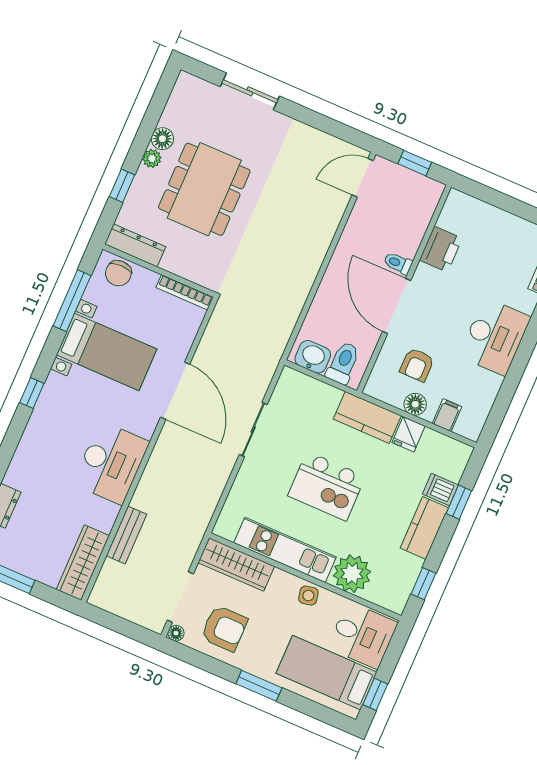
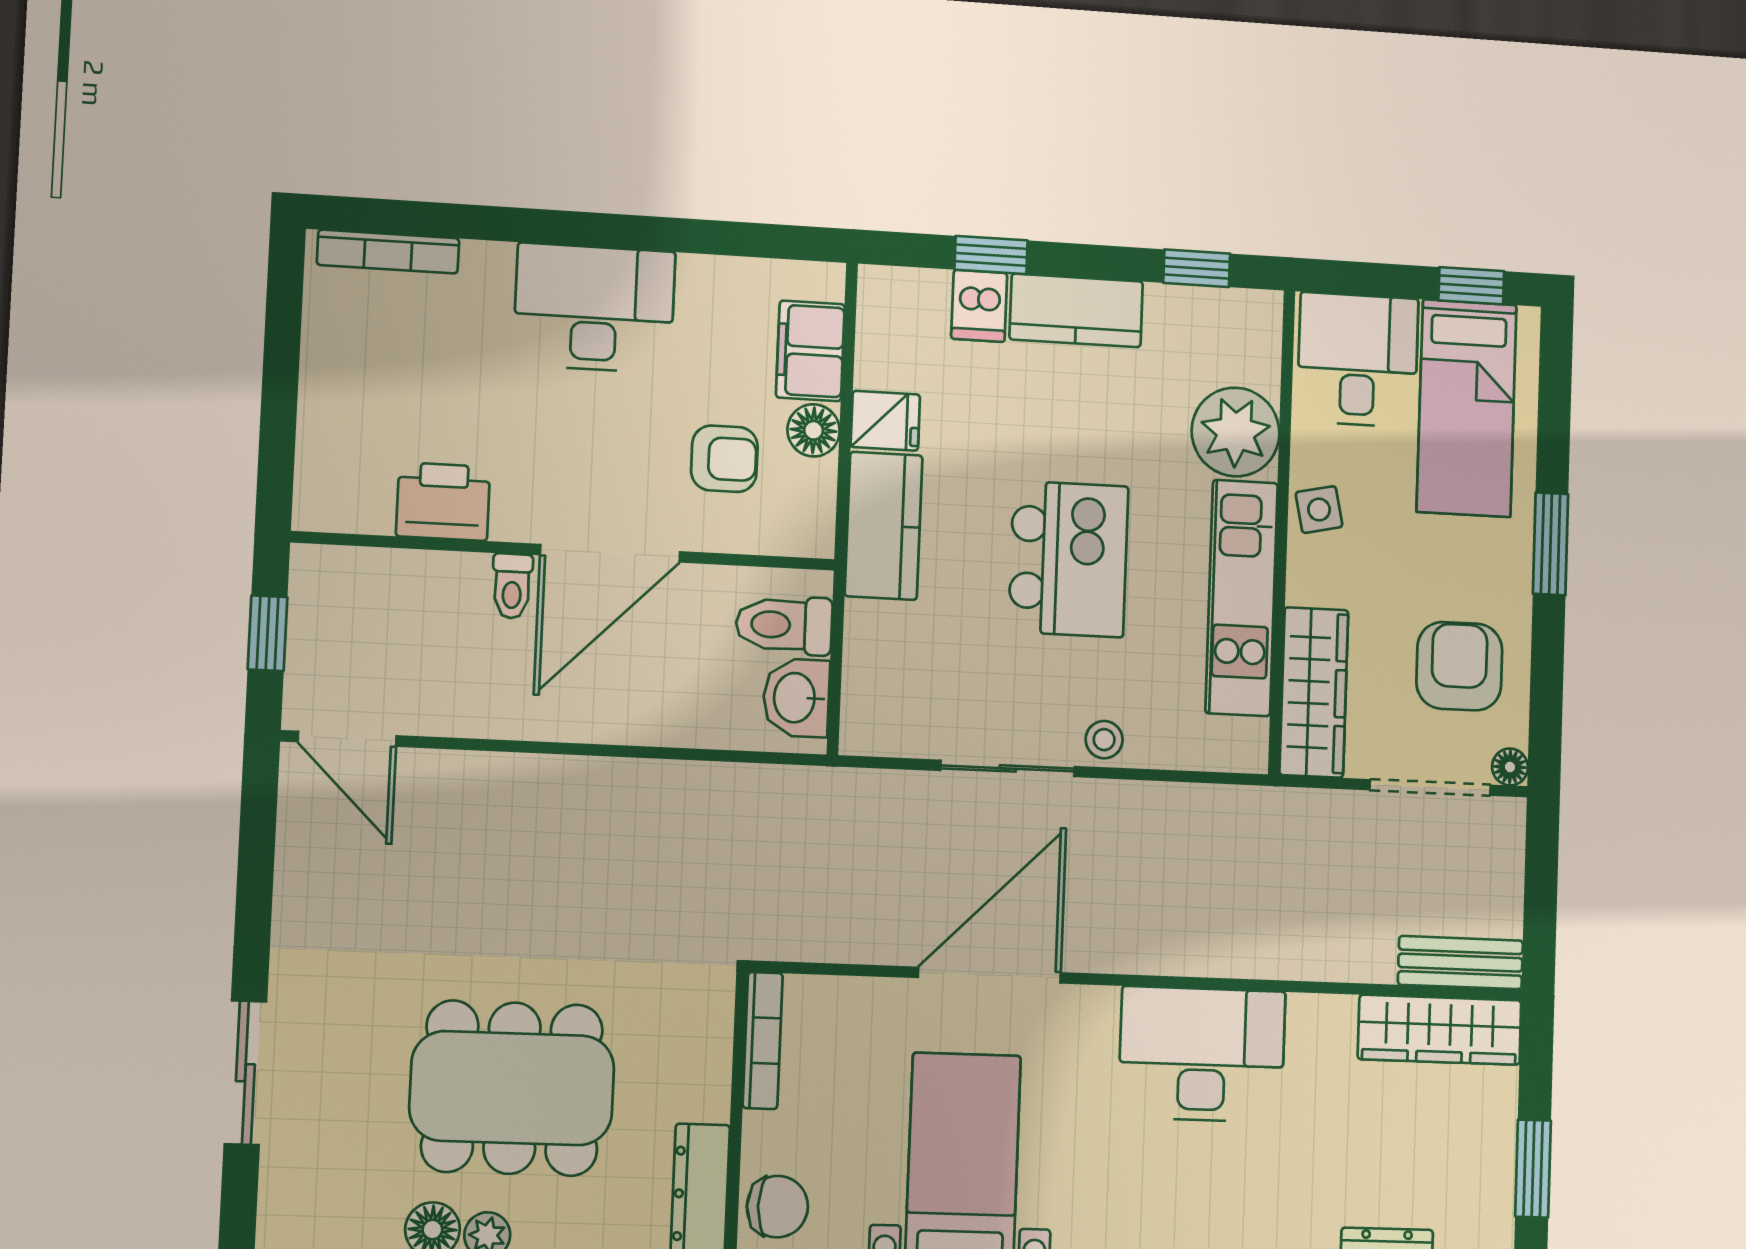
filing cabinet: (447, 415) -> (810, 351), width x2.00
stool: (250, 472) -> (1104, 740), added
bench: (126, 535) -> (1460, 963), moved

